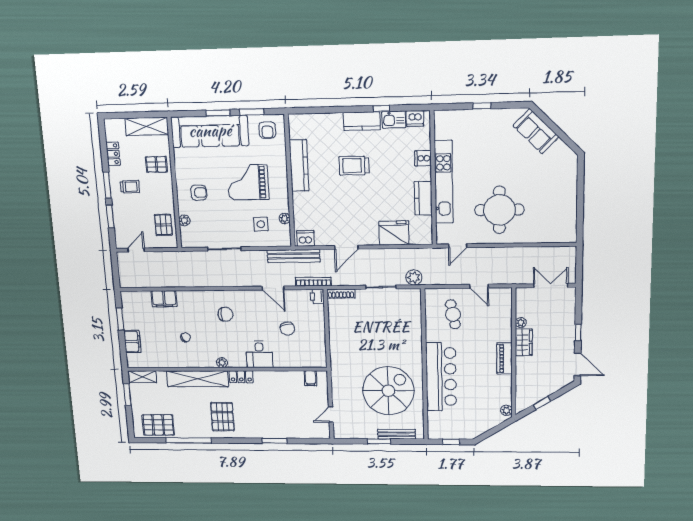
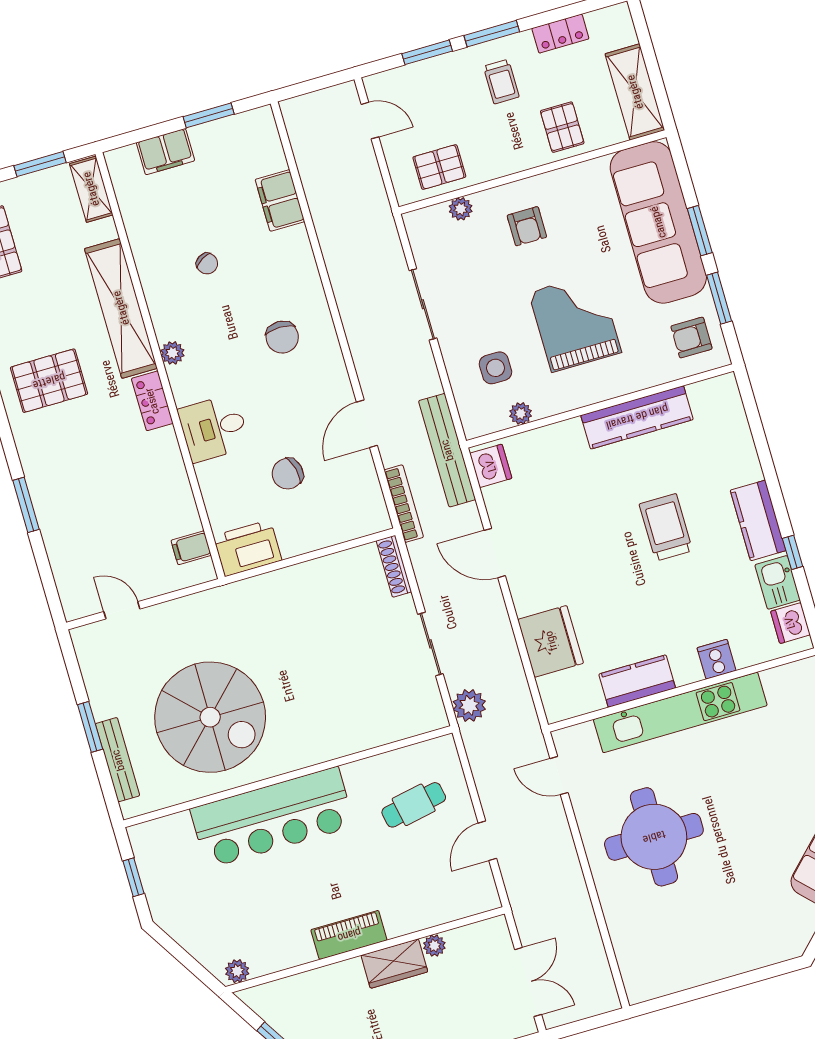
printer: (317, 296) -> (248, 548), moved, width x1.87, depth x1.48

